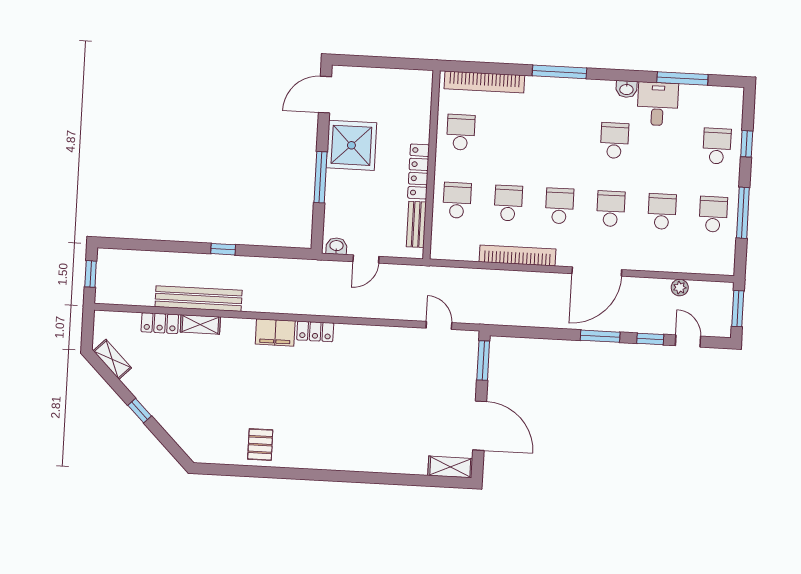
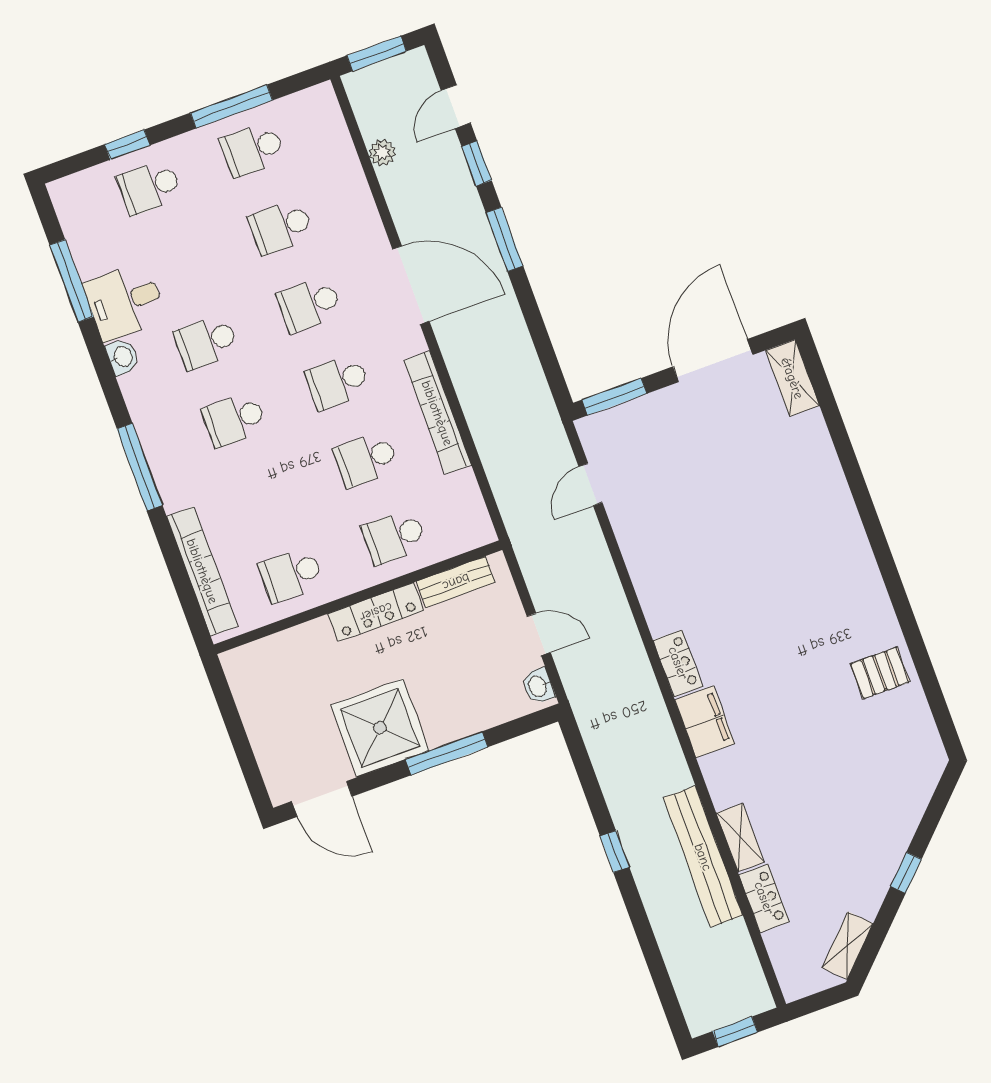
school desk: (563, 138) -> (235, 420), added

